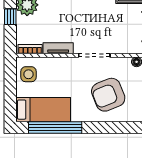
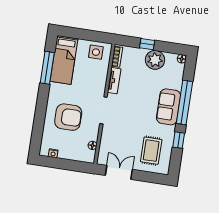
armchair: (108, 95) -> (68, 117), turned 112
window: (55, 127) -> (47, 68), width x0.68

